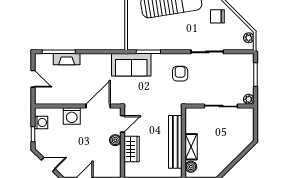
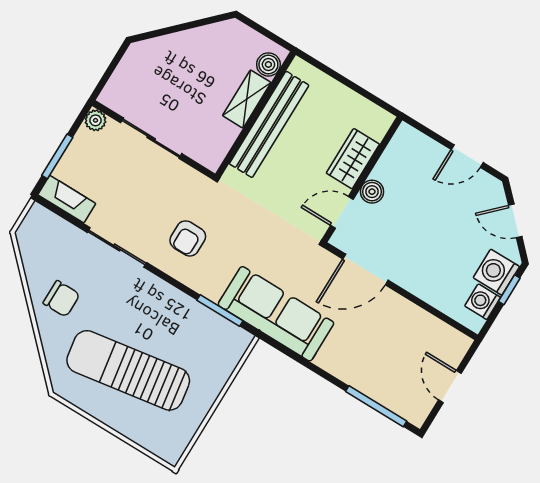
plant: (249, 38) -> (30, 228), removed
fireplace: (67, 59) -> (67, 199), moved
sofa: (131, 65) -> (276, 314), width x1.36
washing machine: (72, 116) -> (496, 272), moved, turned -90

